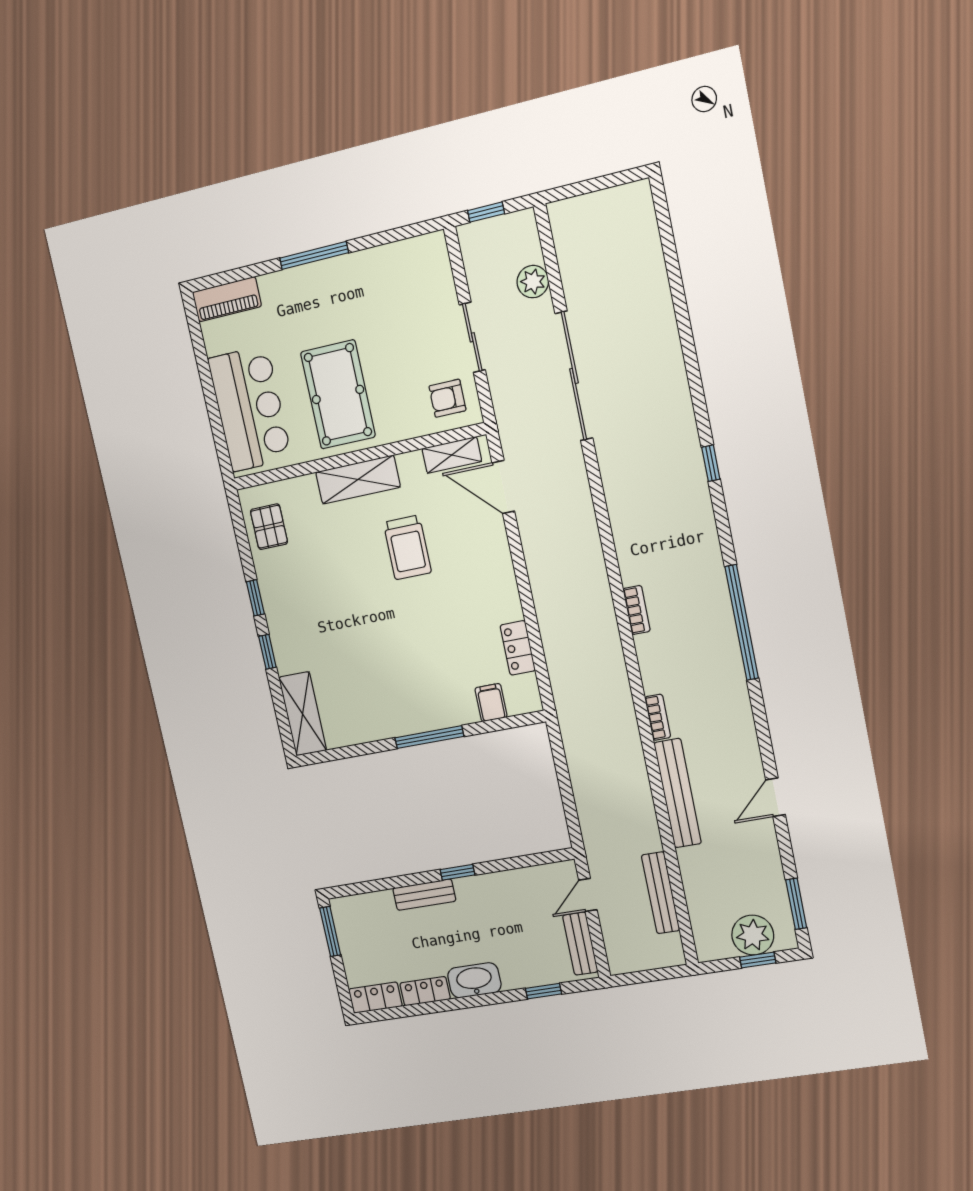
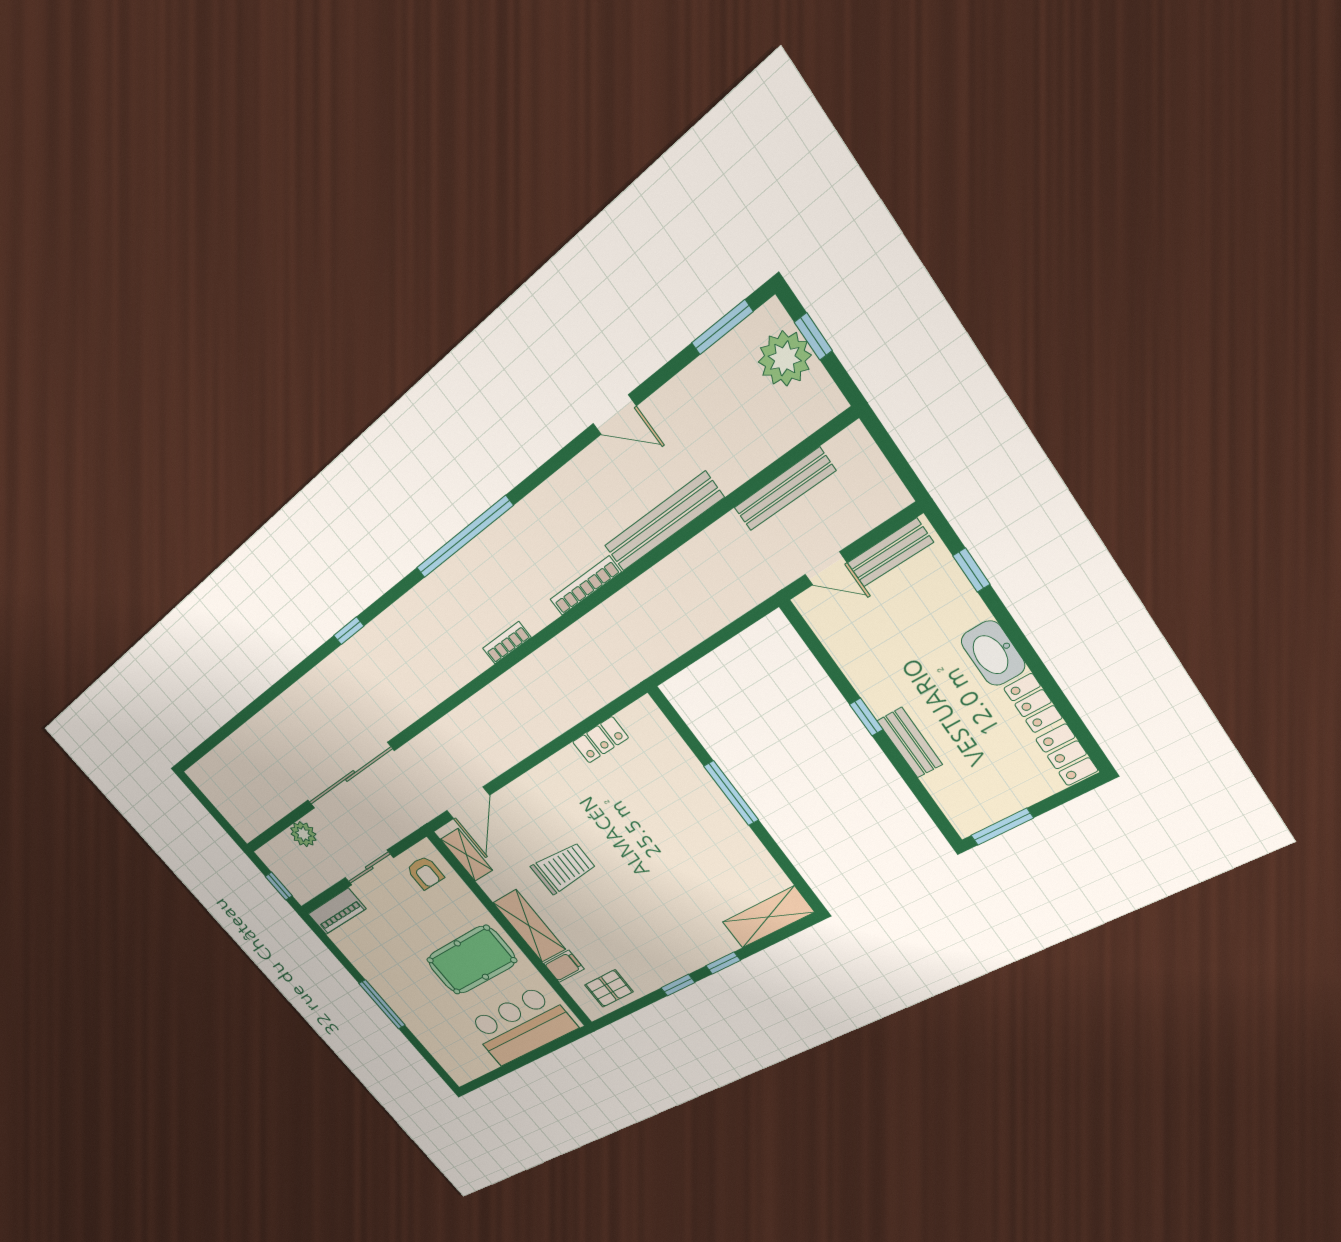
piano: (227, 299) -> (337, 911), moved, turned 90
filing cabinet: (491, 703) -> (564, 966), moved, turned 180
bookcase: (658, 717) -> (585, 586), width x1.56

